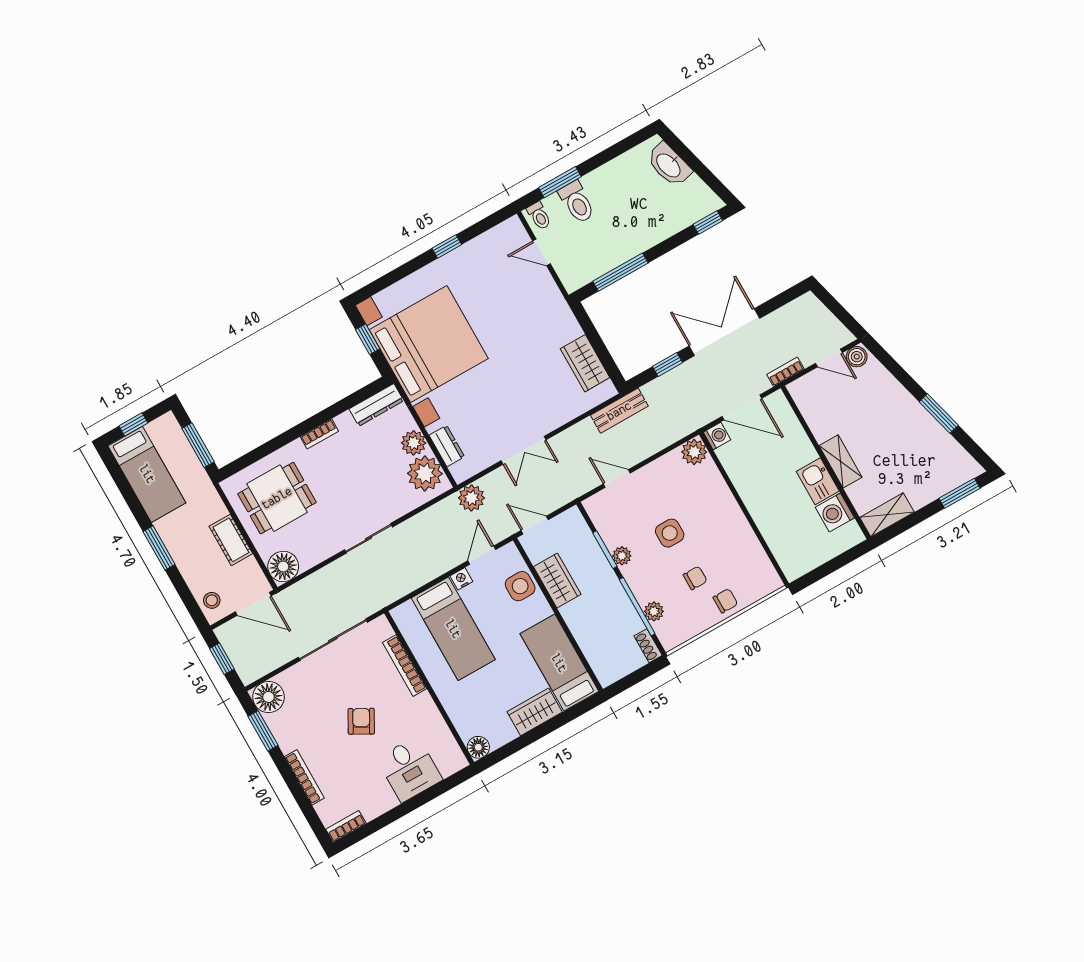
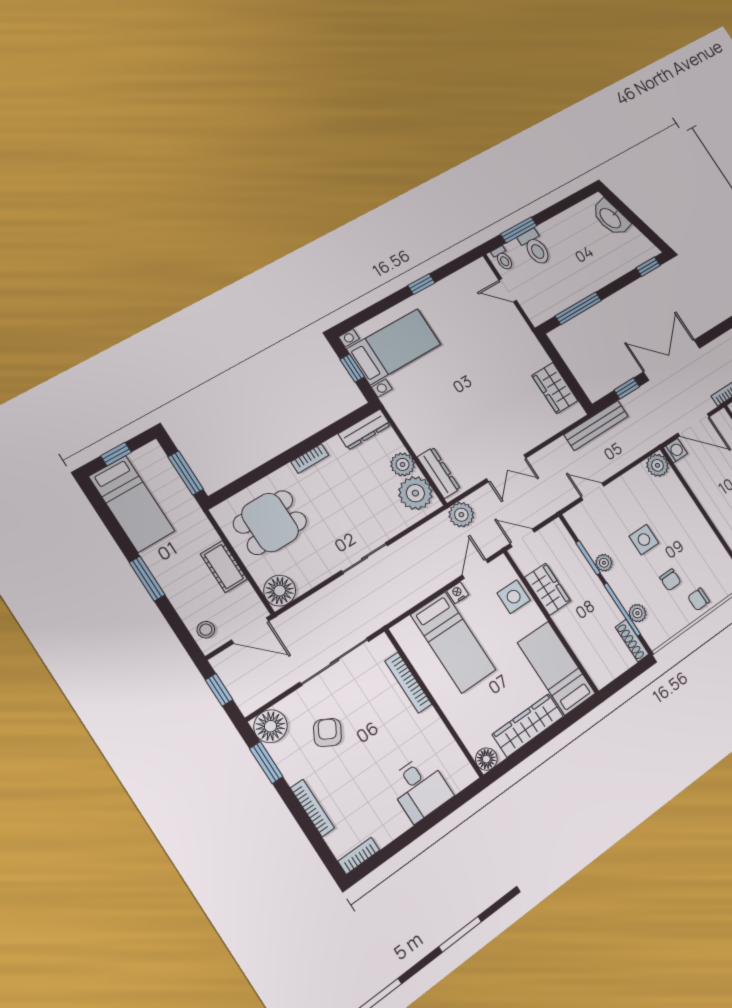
bed with nightstands: (429, 344) -> (394, 347), width x0.54
bench: (619, 411) -> (596, 425), width x1.36
dresser: (447, 446) -> (439, 473), width x1.44
chair: (695, 578) -> (670, 580), turned 90
chair: (725, 601) -> (699, 599), turned 180
shoe rack: (648, 646) -> (632, 641), width x1.43
wardrobe: (535, 712) -> (528, 725), width x1.50
armchair: (361, 721) -> (327, 732), moved

